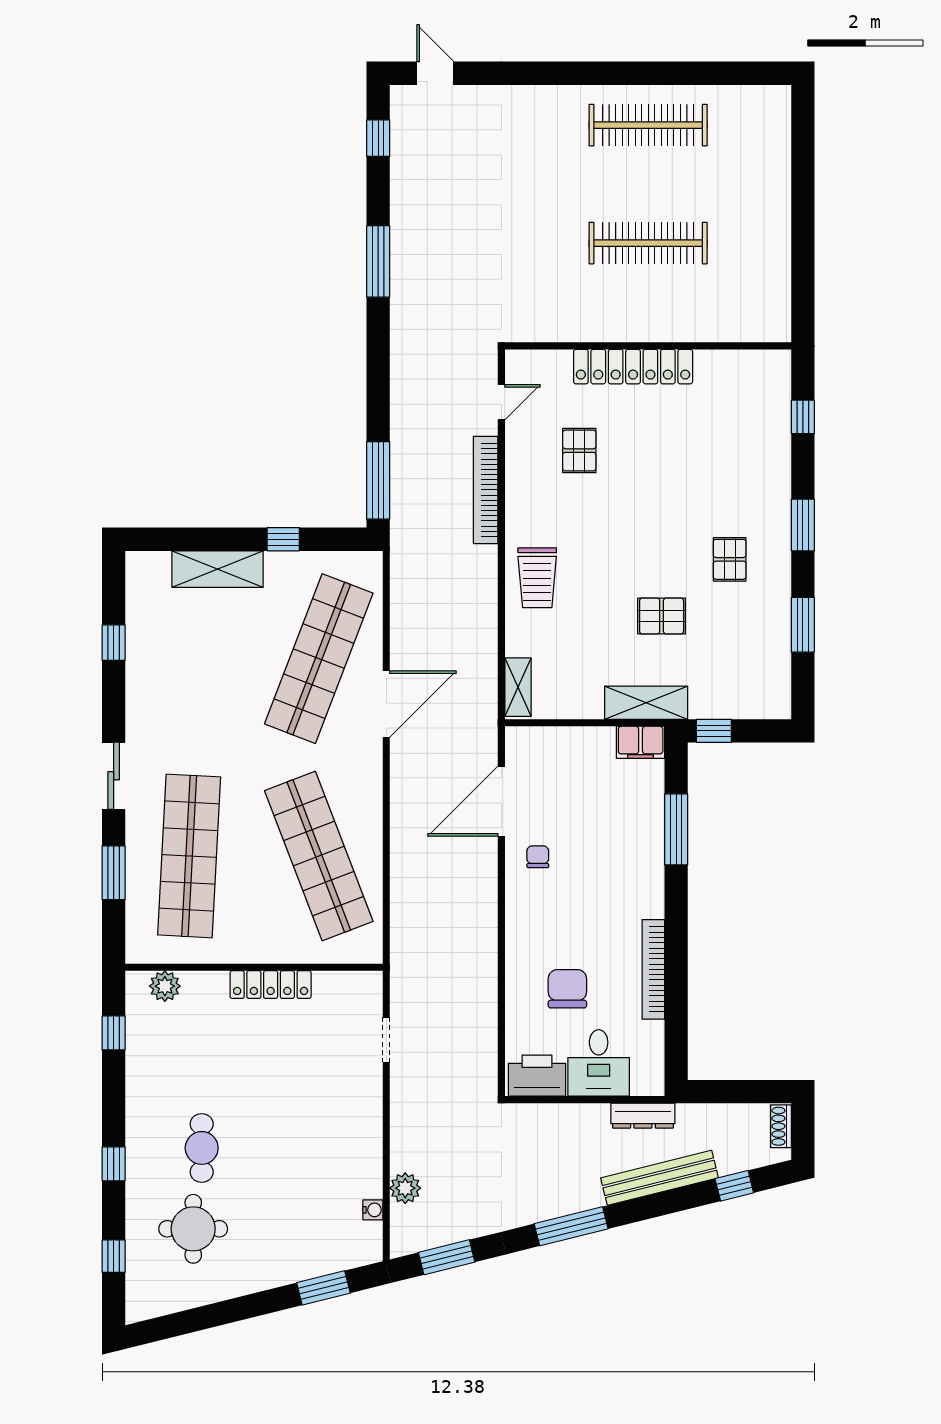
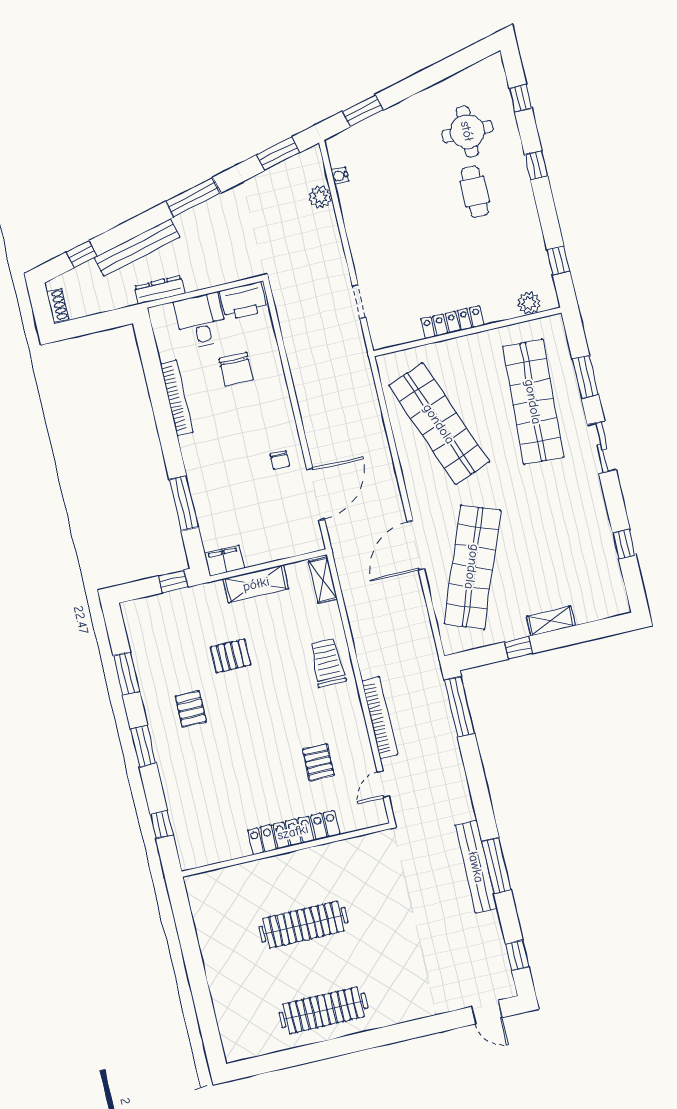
bench: (405, 266) -> (476, 867), added
shelving: (218, 569) -> (551, 621), width x0.67, depth x0.75
shelving: (646, 703) -> (256, 584), moved

